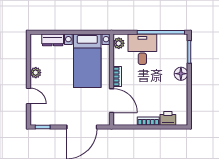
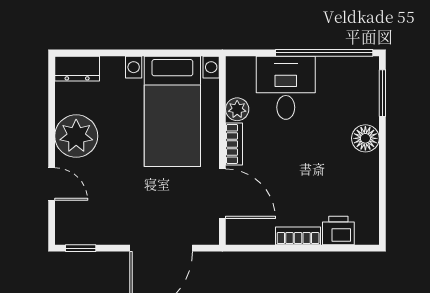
dresser: (53, 40) -> (77, 69), moved
plant: (119, 43) -> (237, 109), moved
plant: (36, 73) -> (76, 136), width x1.87, depth x1.87

